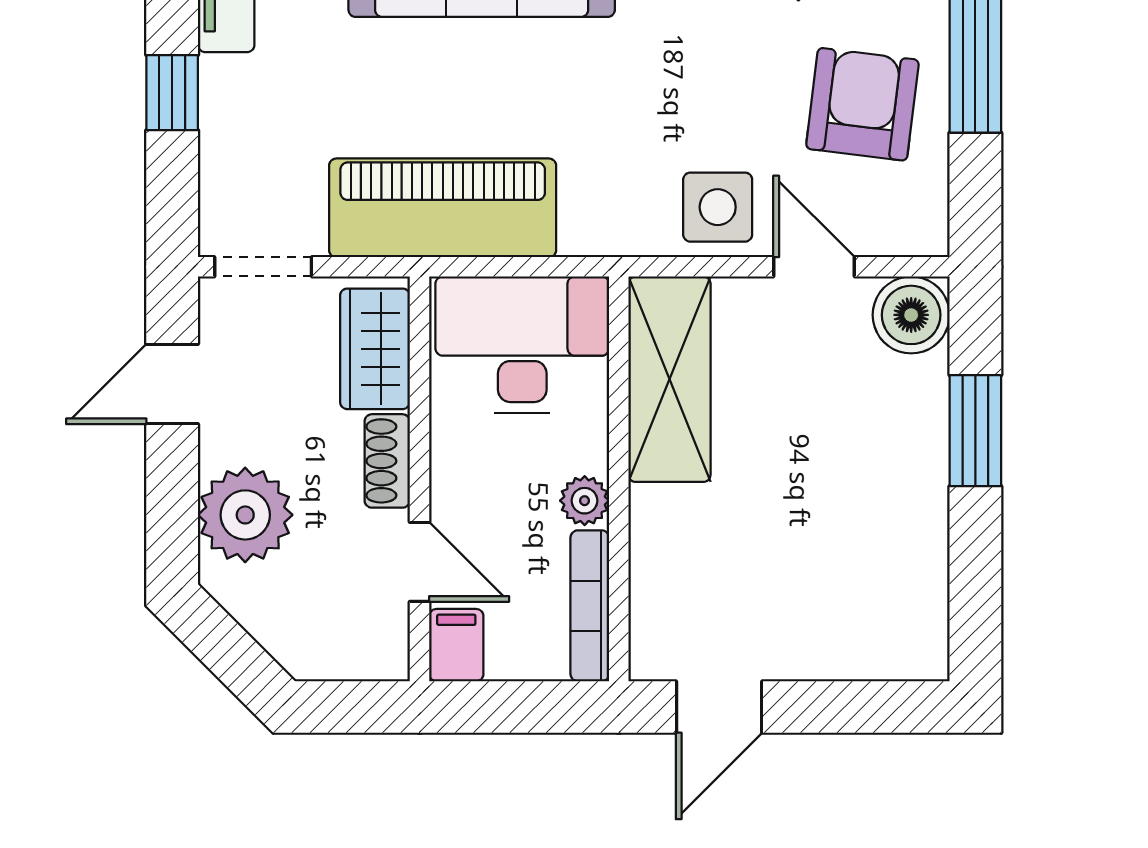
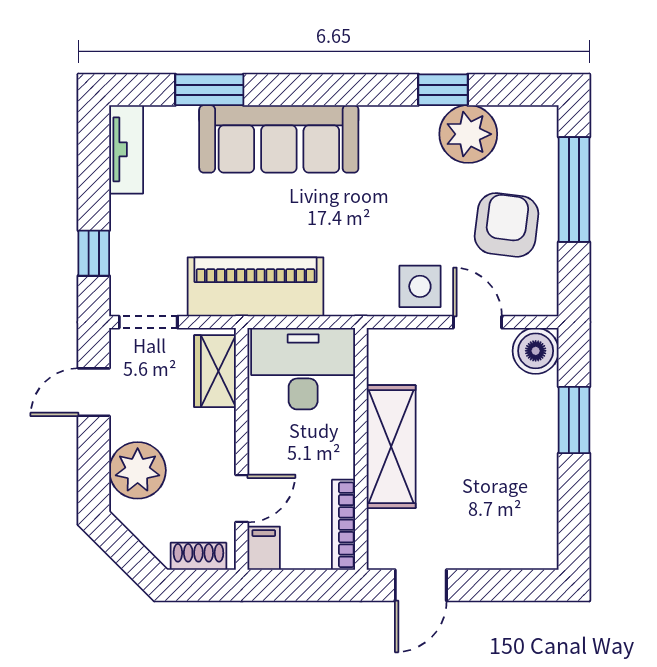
window: (172, 93) -> (94, 253), moved
shelving: (669, 379) -> (391, 447), moved
shoe rack: (387, 461) -> (198, 556), moved, turned 90
plant: (585, 501) -> (340, 462), removed
door: (420, 562) -> (242, 498), hinge flipped

